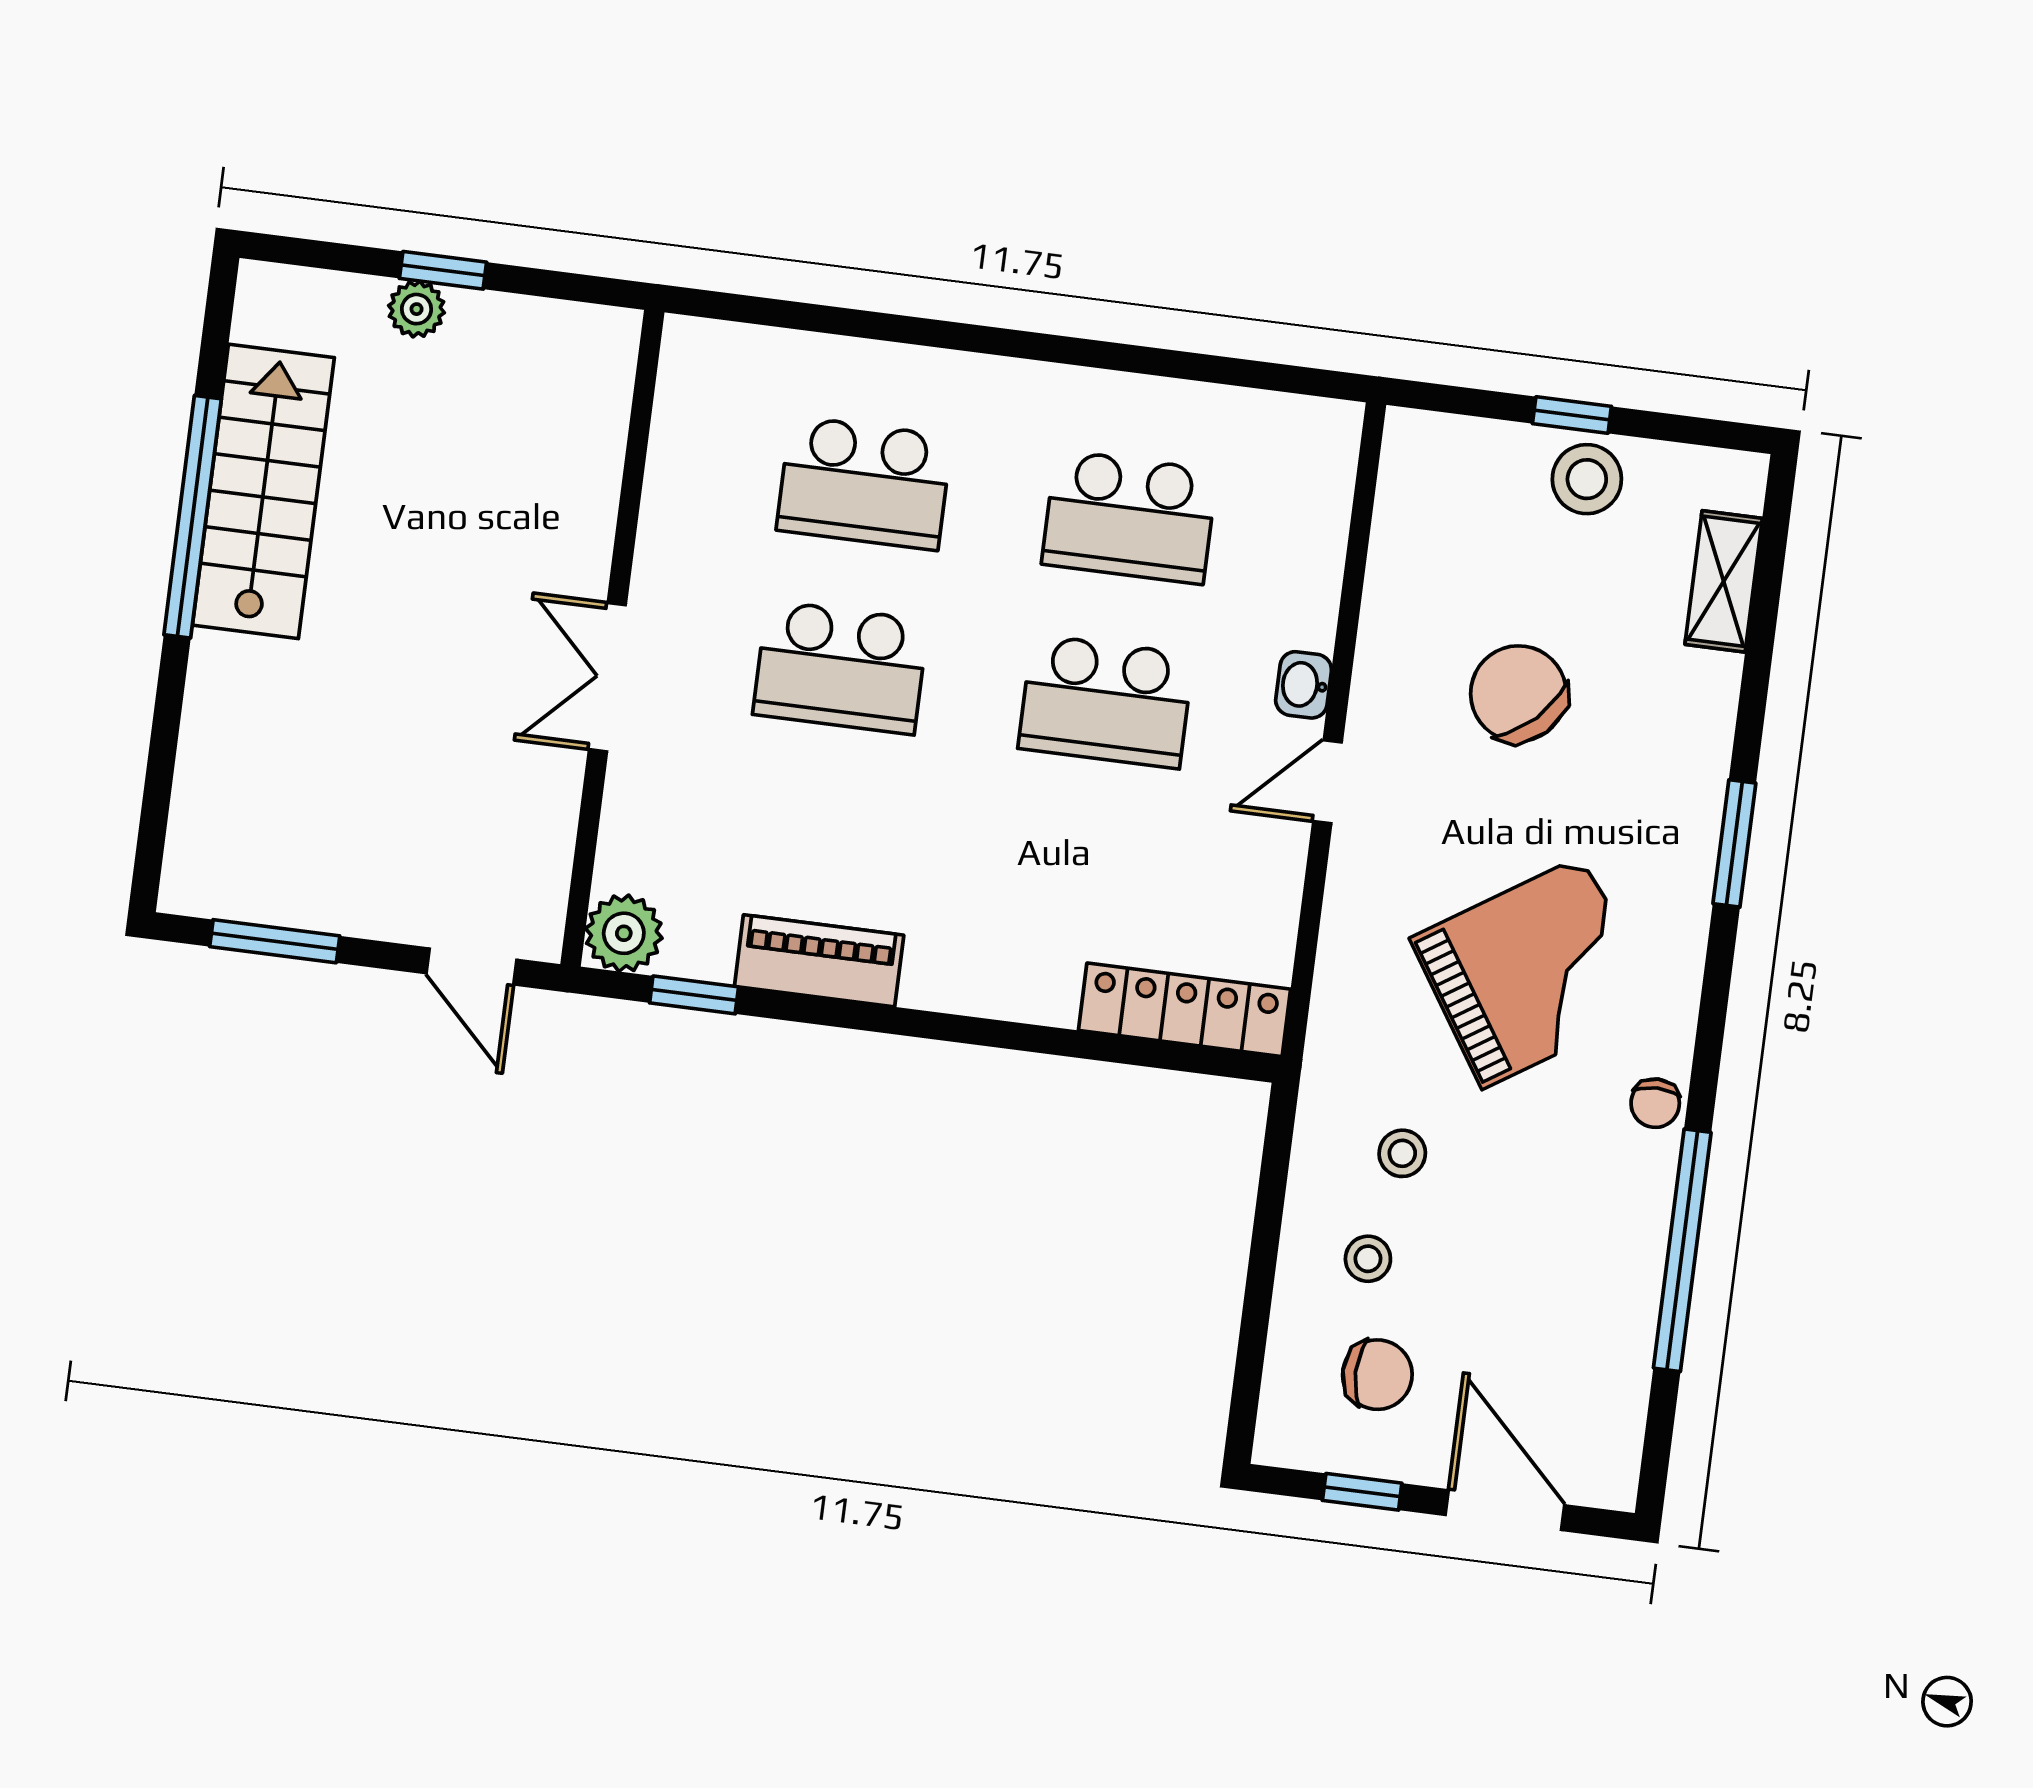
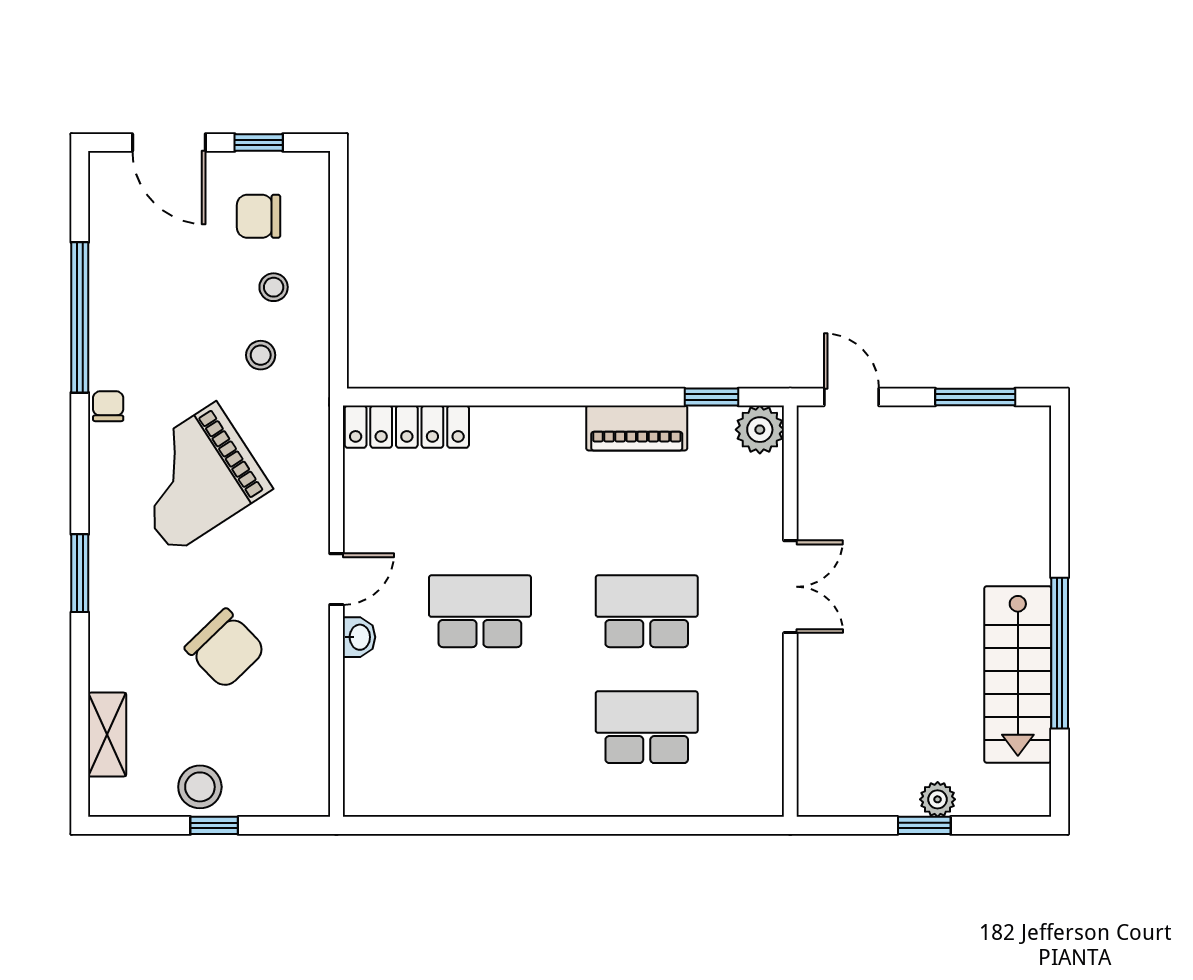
school desk: (1129, 517) -> (480, 727), removed

